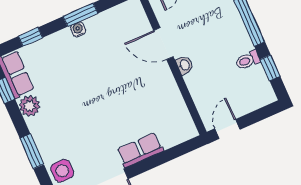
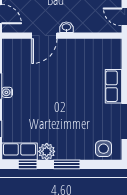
window: (32, 151) -> (67, 164), moved

